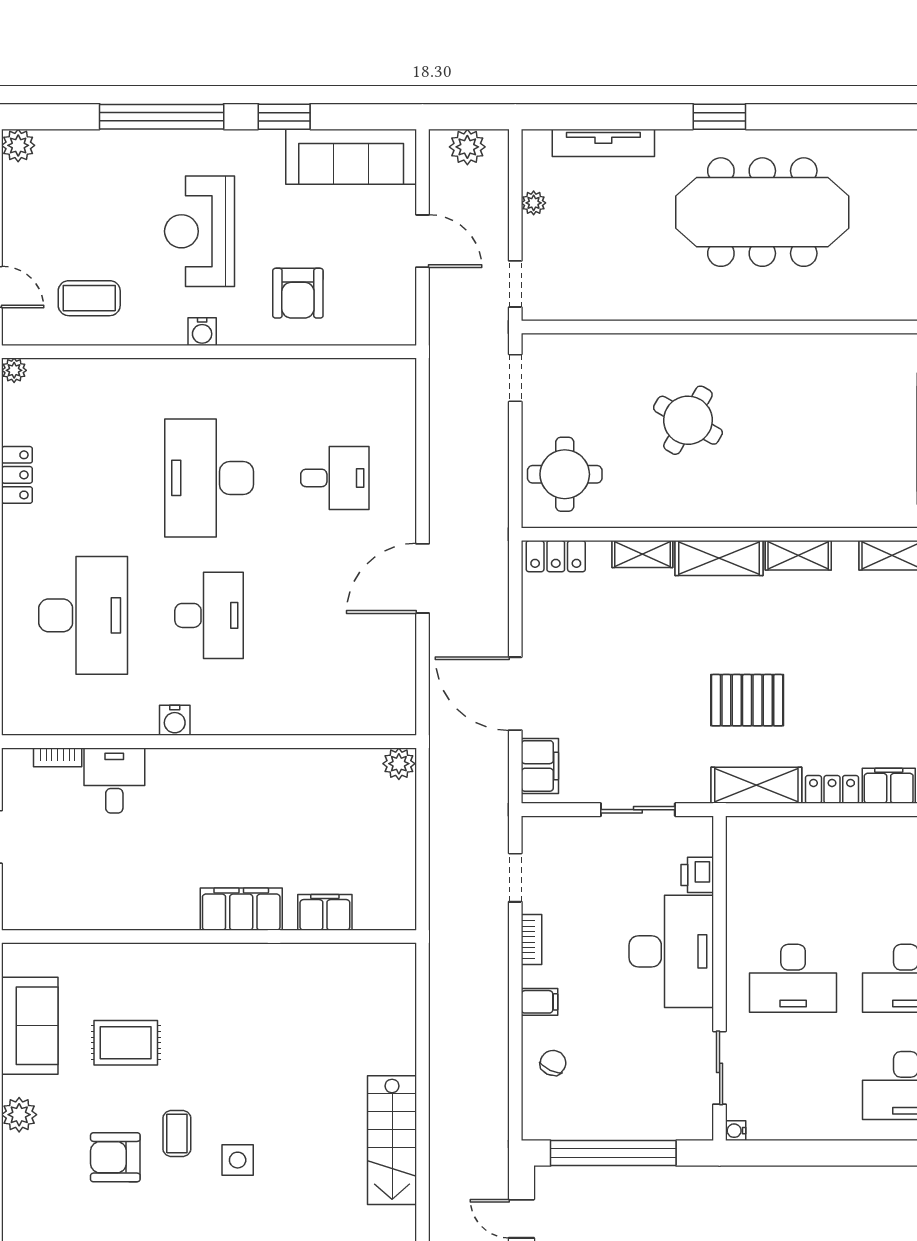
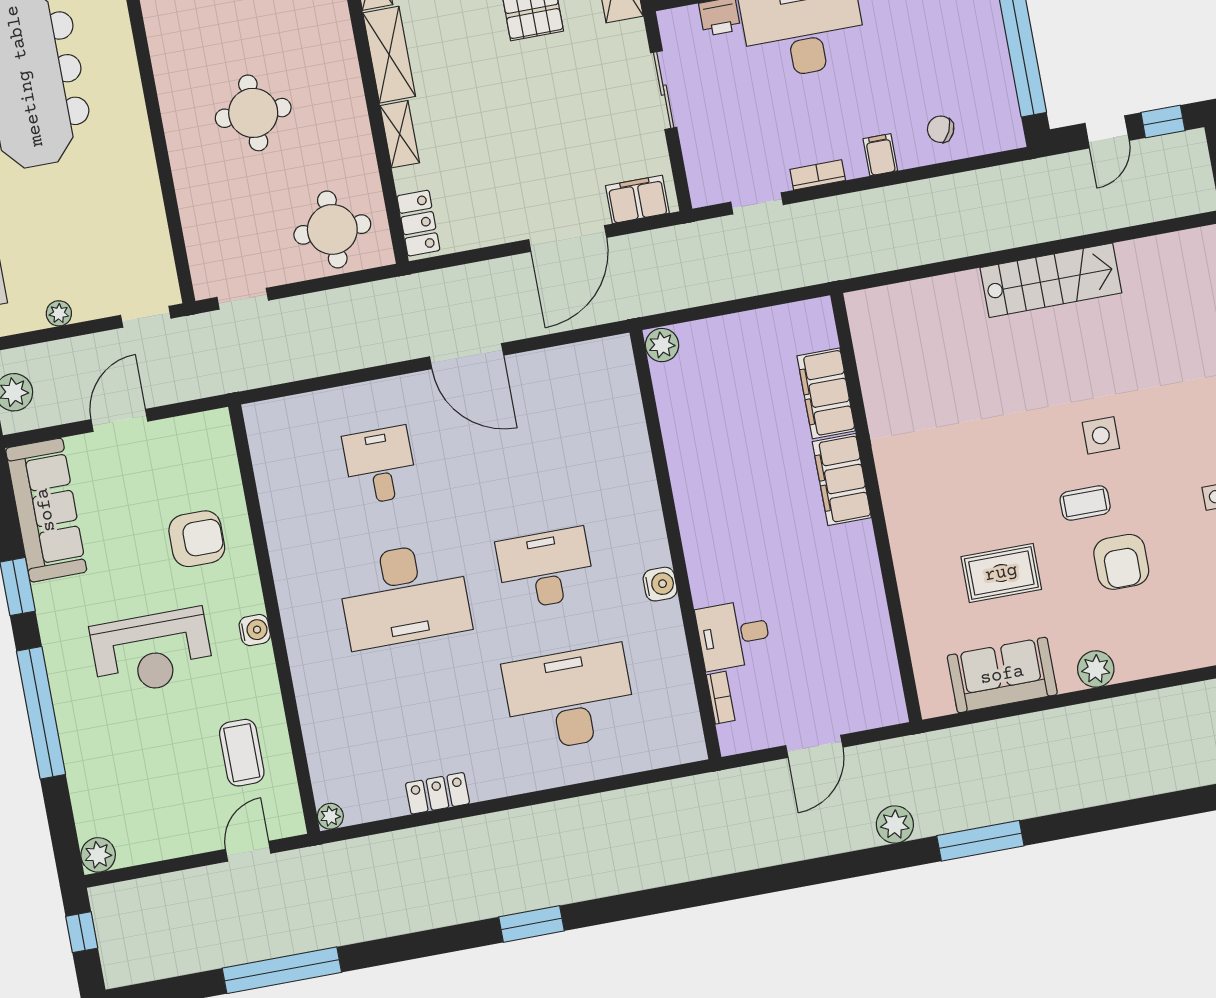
round table: (688, 420) -> (253, 113), turned -30
filing cabinet: (325, 912) -> (826, 393), width x1.50, depth x1.17
rug: (126, 1043) -> (1001, 573), turned 90

